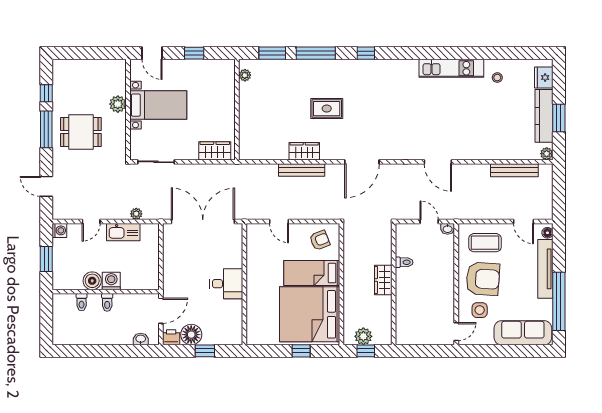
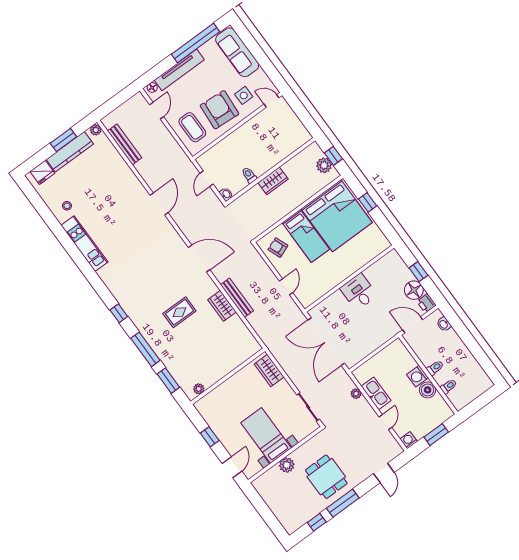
rug: (327, 109) -> (179, 312), turned 90
door: (91, 221) -> (385, 422), hinge flipped
washbasin: (448, 229) -> (226, 194), moved

